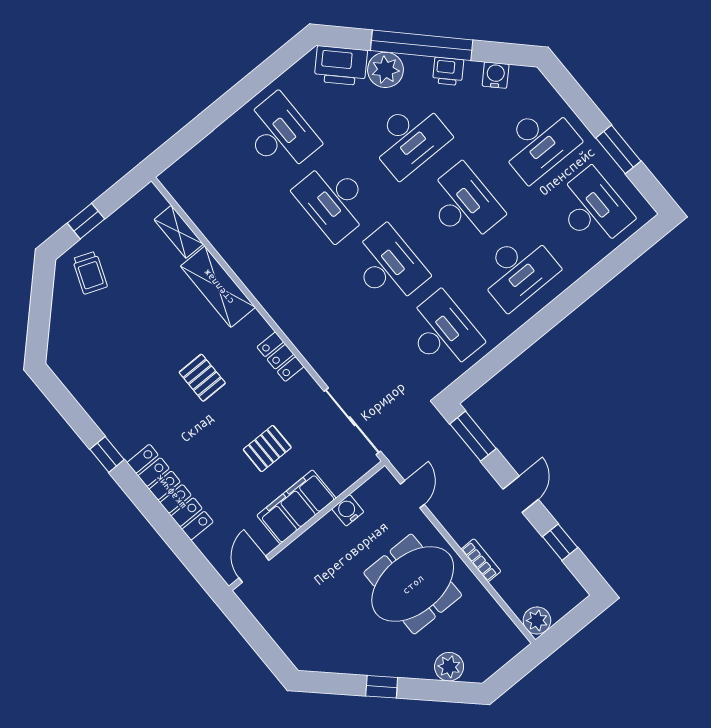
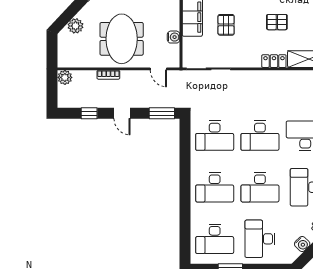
desk: (518, 271) -> (215, 187), turned -90
locker: (280, 357) -> (274, 61), moved

